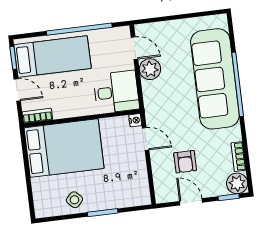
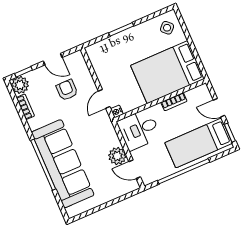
bookcase: (37, 116) -> (174, 102), moved
door: (146, 139) -> (104, 99), hinge flipped
side table: (74, 200) -> (167, 28), moved

